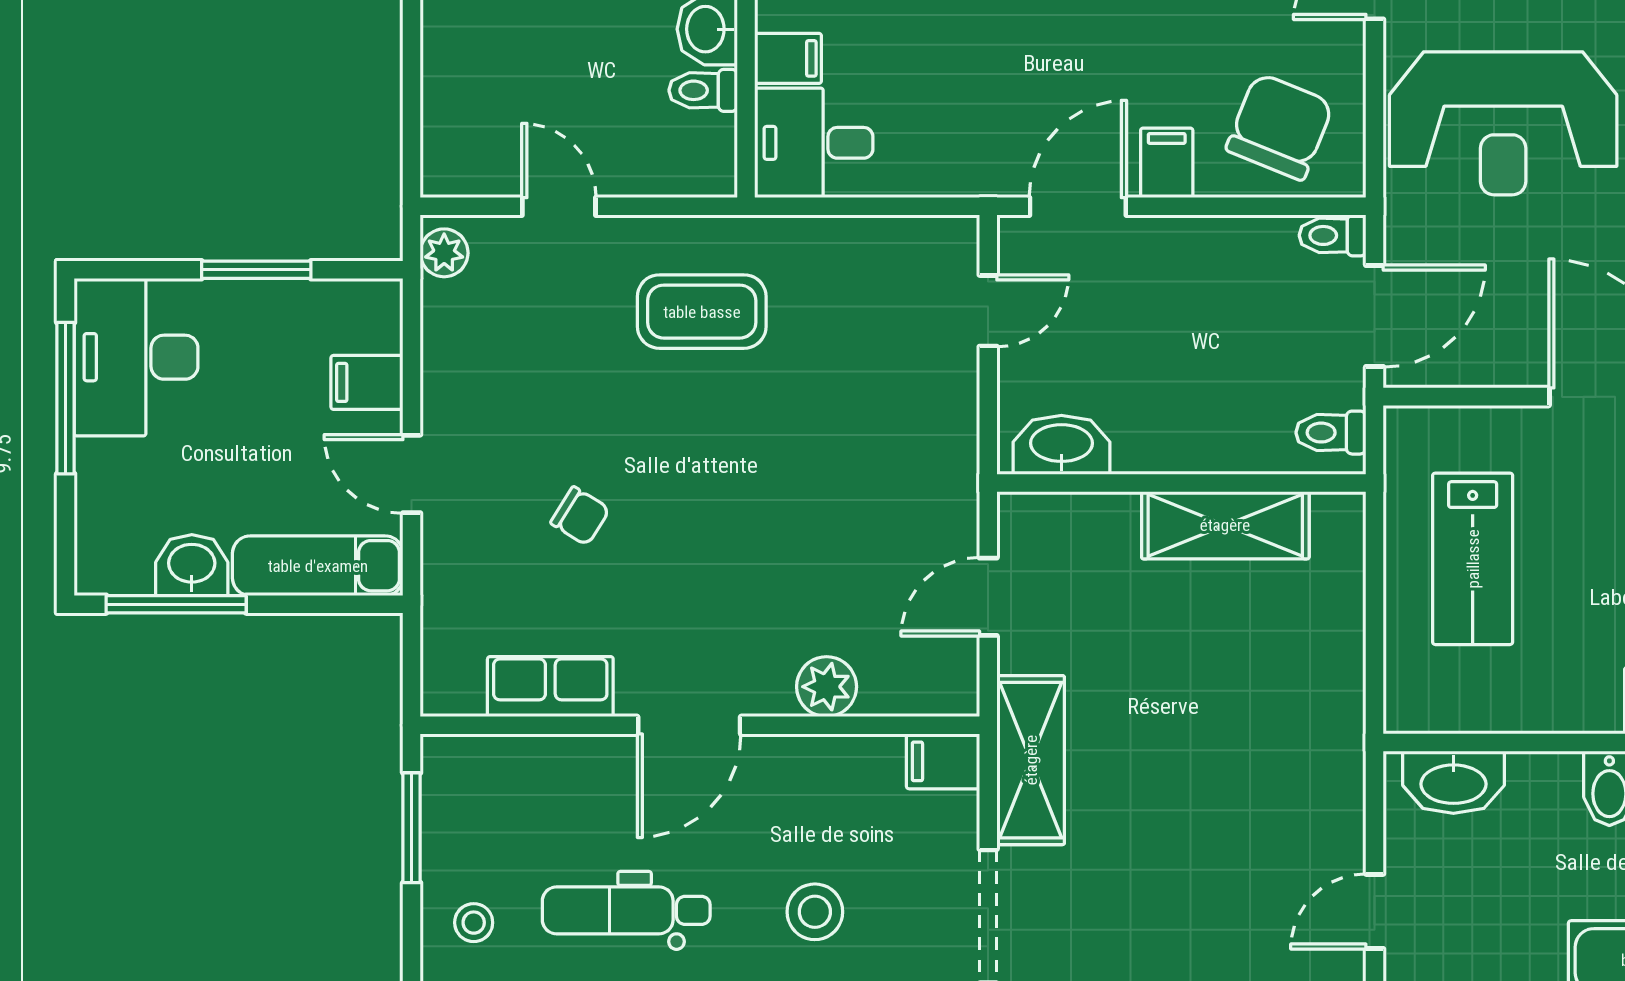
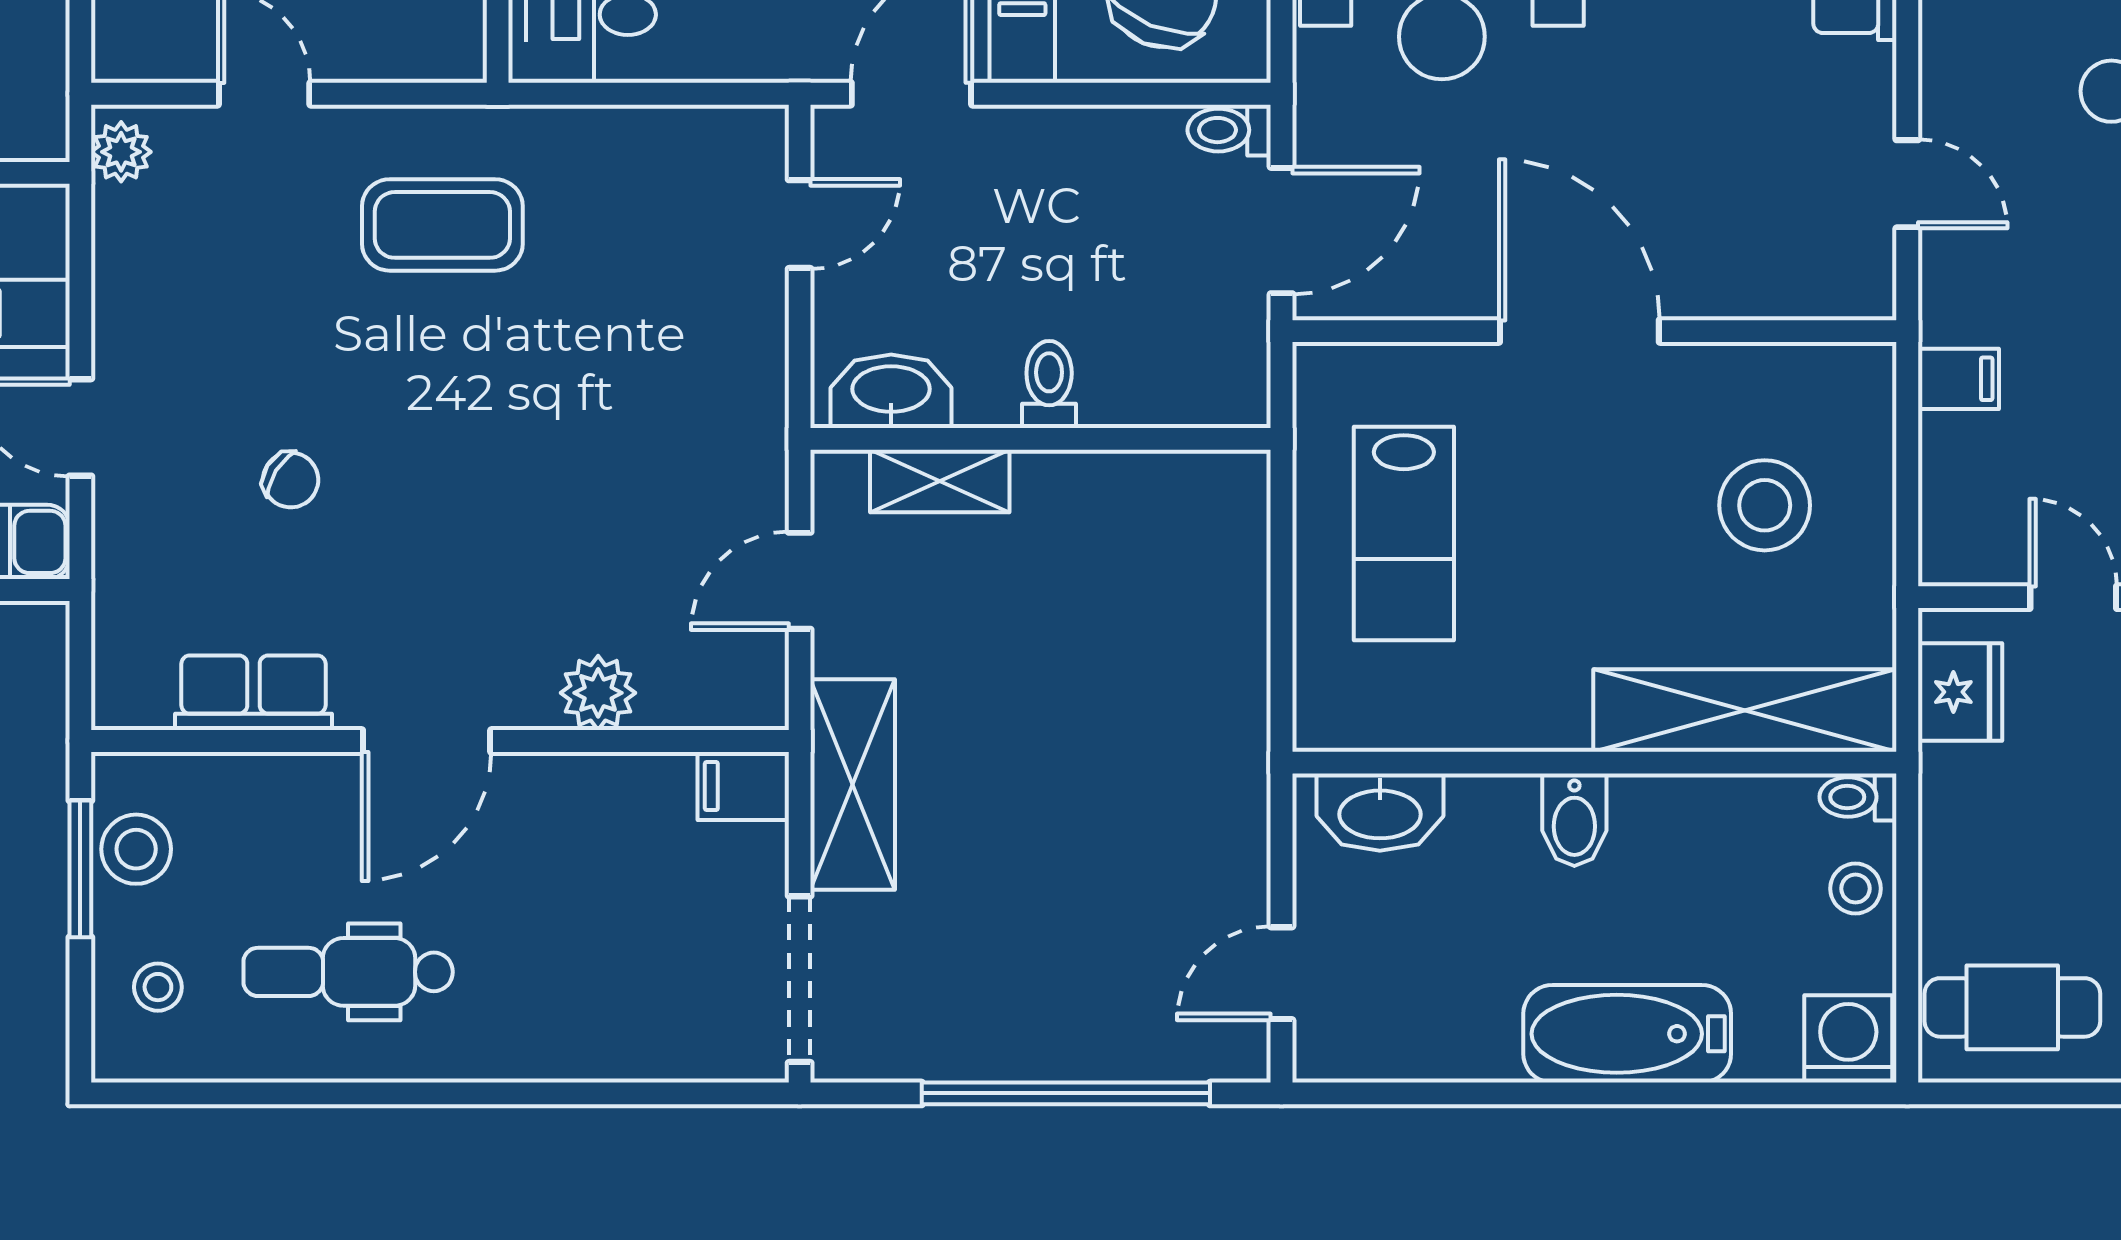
toilet: (1331, 433) -> (1049, 385), moved, turned 90
shelving: (1225, 525) -> (940, 481), moved, width x0.67, depth x0.75
stool: (815, 912) -> (136, 849), moved

